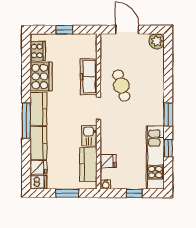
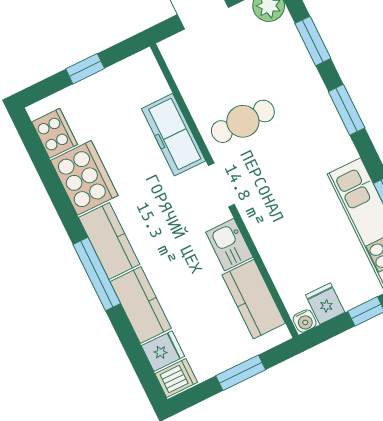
window: (168, 66) -> (313, 41), added
cafe table: (121, 86) -> (243, 121), turned -73
window: (168, 114) -> (347, 110), moved
fridge: (108, 161) -> (325, 304), moved, turned -90

